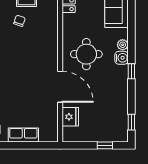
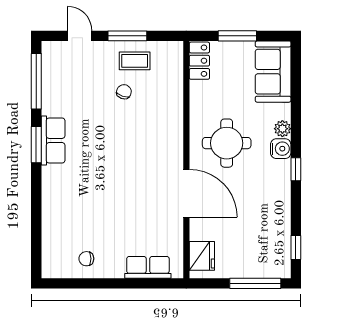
fridge: (70, 117) -> (202, 256), moved
row of seats: (23, 135) -> (148, 267), moved
window: (105, 145) -> (255, 283), width x2.17

